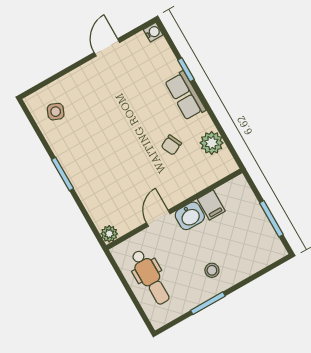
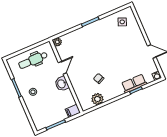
row of seats: (185, 96) -> (134, 84), moved
filing cabinet: (211, 205) -> (73, 111), moved
door: (158, 218) -> (62, 68), hinge flipped

